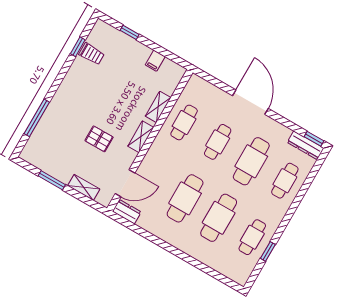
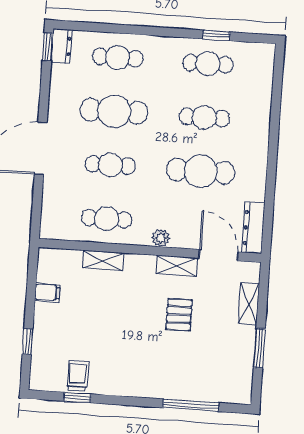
shelving: (141, 137) -> (177, 266), moved
dresser: (306, 145) -> (61, 46), width x0.70
plant: (154, 151) -> (161, 238), added
dresser: (127, 212) -> (253, 228), width x1.44
cafe table: (219, 218) -> (204, 117), width x0.73, depth x0.74

